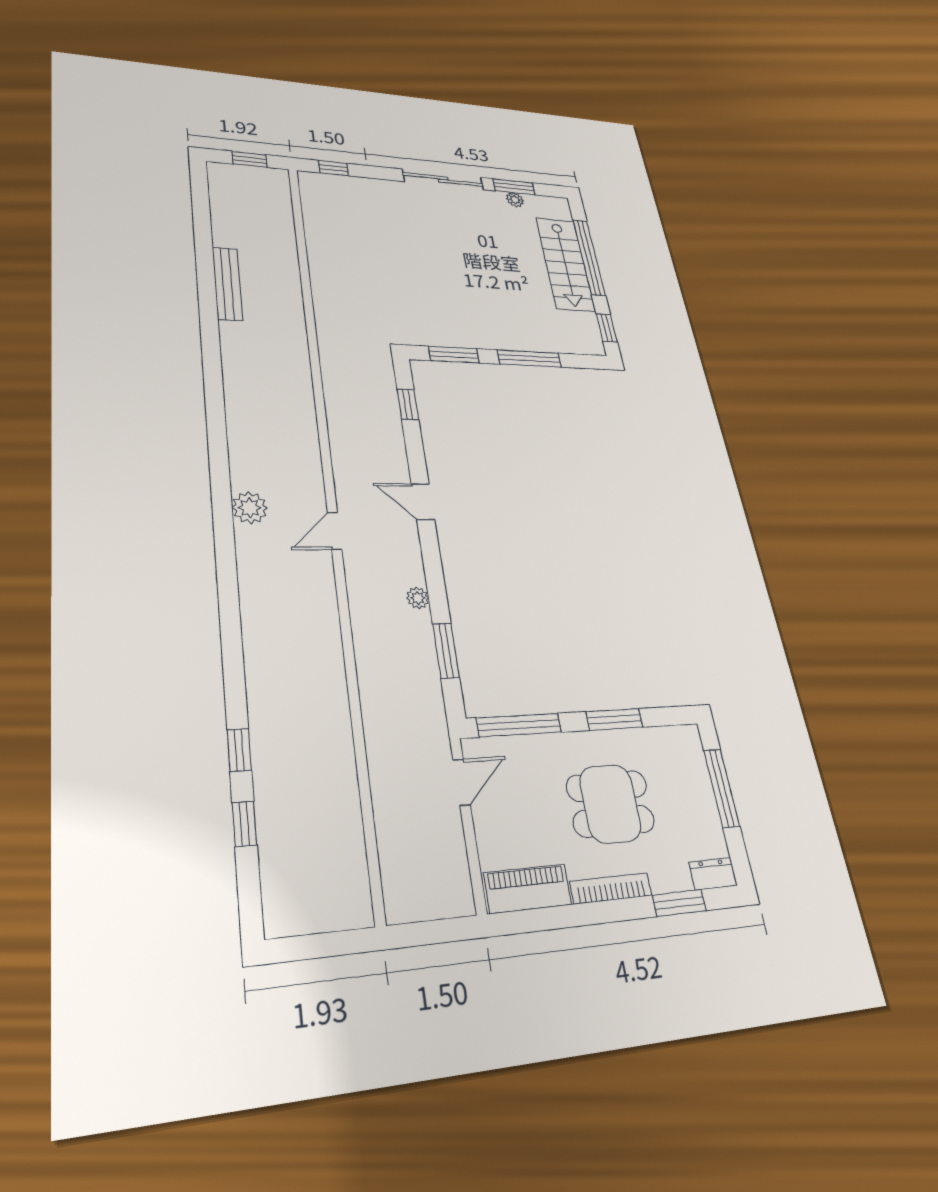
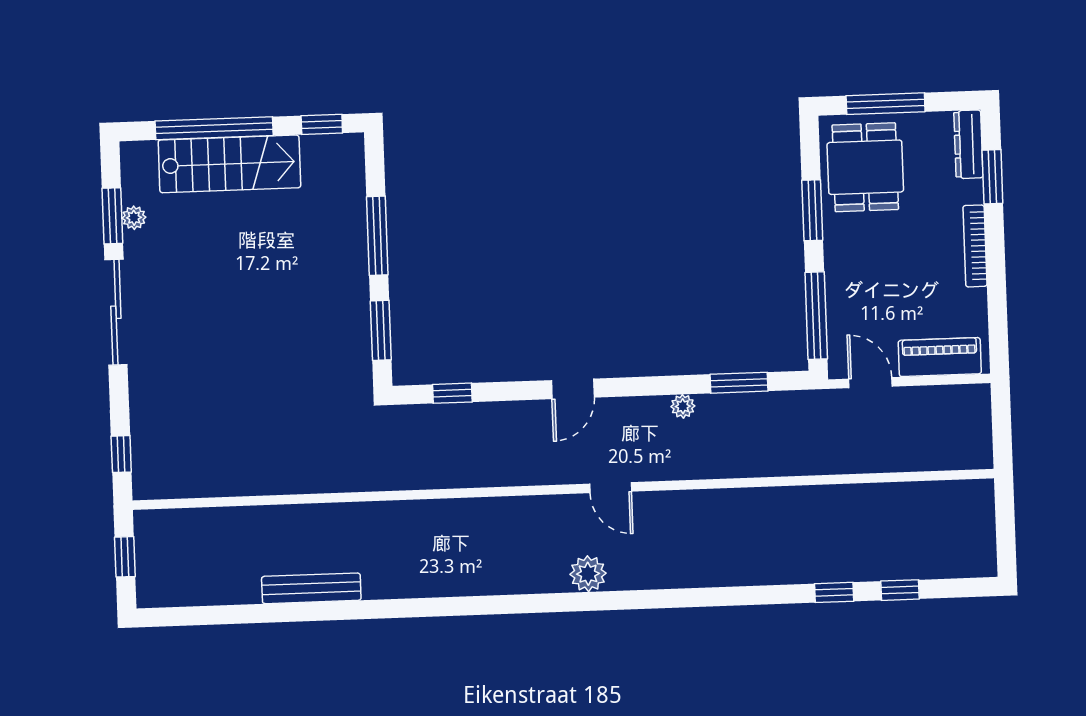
dining table: (610, 804) -> (865, 167), moved
dresser: (713, 874) -> (968, 144), width x1.44
piano: (528, 889) -> (940, 357), moved, turned 90

